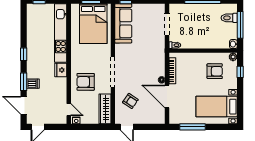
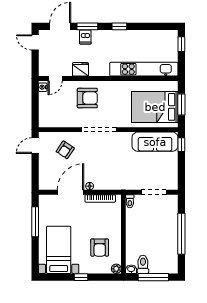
toilet: (229, 18) -> (143, 264), moved
fridge: (61, 70) -> (80, 69), moved
window: (240, 72) -> (81, 277), moved
armchair: (86, 82) -> (87, 98), turned 90
wardrobe: (105, 109) -> (56, 121), removed

